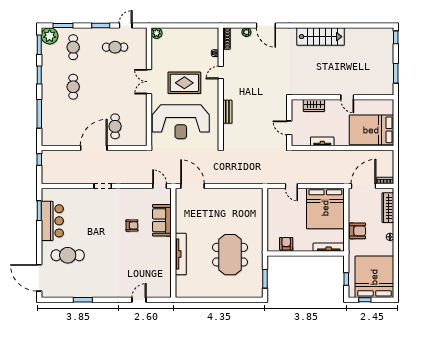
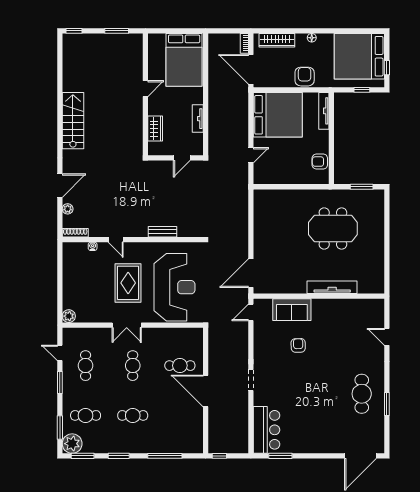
cafe table: (115, 87) -> (133, 366), added
bar counter: (52, 221) -> (267, 430), moved, turned 90
cafe table: (68, 255) -> (362, 394), moved

